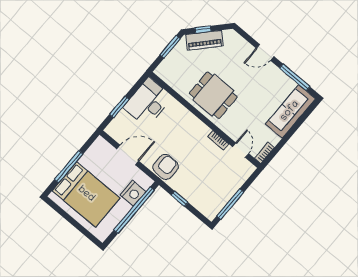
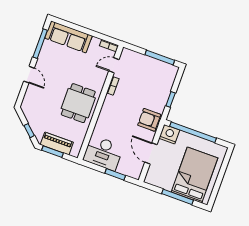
piano: (204, 40) -> (57, 143), moved, turned -43
nightstand: (133, 193) -> (169, 134), moved

